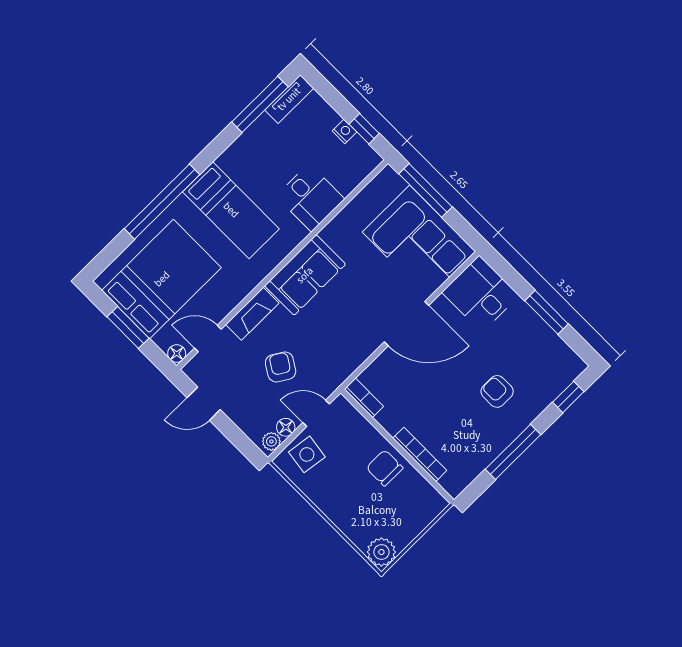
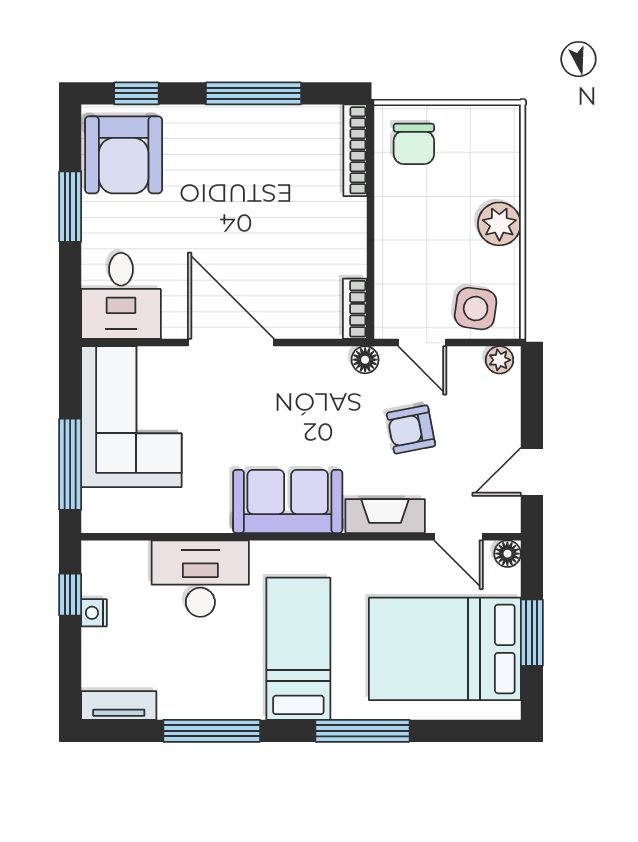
window: (260, 104) -> (212, 731), moved
desk: (310, 198) -> (200, 579), width x1.37
window: (162, 202) -> (362, 731), width x0.68
armchair: (281, 367) -> (411, 429), turned 47
armchair: (497, 391) -> (124, 155), moved, width x1.88, depth x1.88
door: (204, 404) -> (532, 472), swing flipped
floor lamp: (286, 427) -> (365, 360), moved
bookcase: (420, 454) -> (355, 150), moved
chair: (385, 468) -> (414, 144), moved
plant: (381, 552) -> (499, 224), moved

